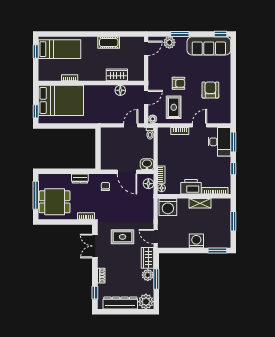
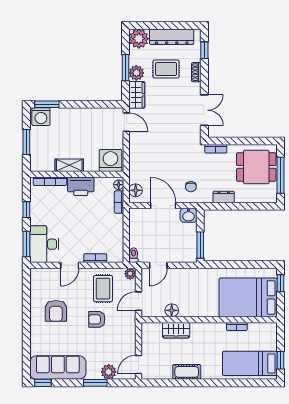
window: (98, 141) -> (200, 245), added
washbasin: (147, 164) -> (189, 215), moved
rug: (123, 237) -> (166, 69), moved
washing machine: (196, 241) -> (41, 117), moved

